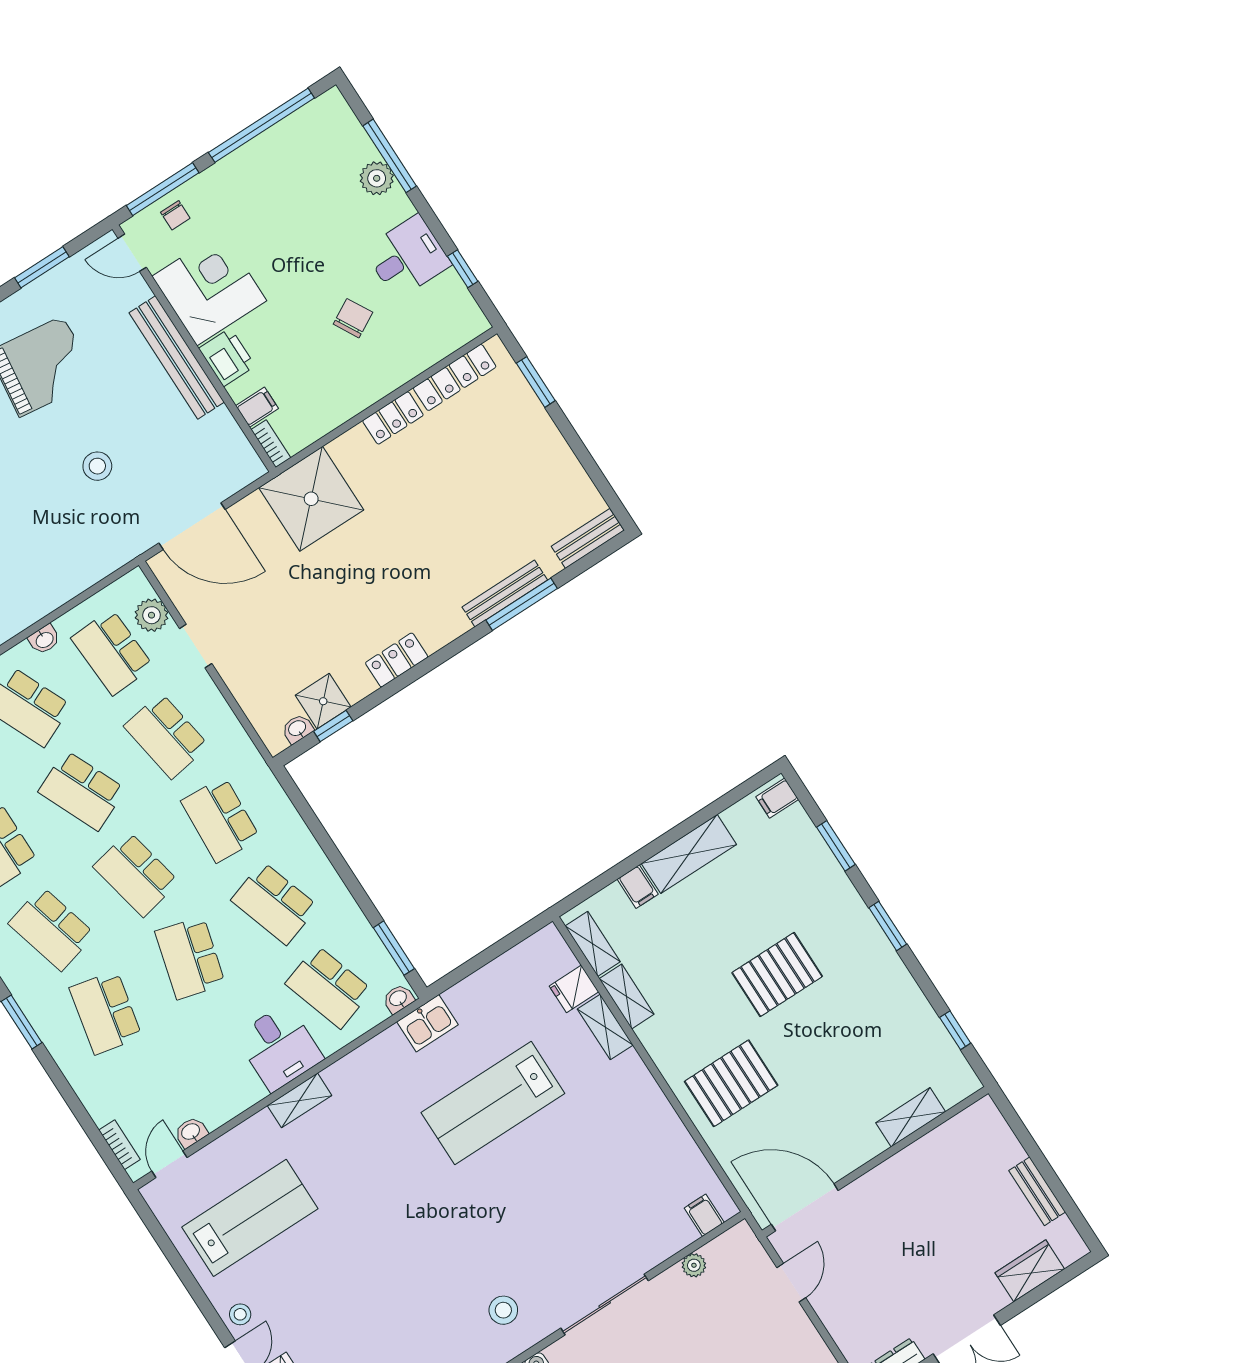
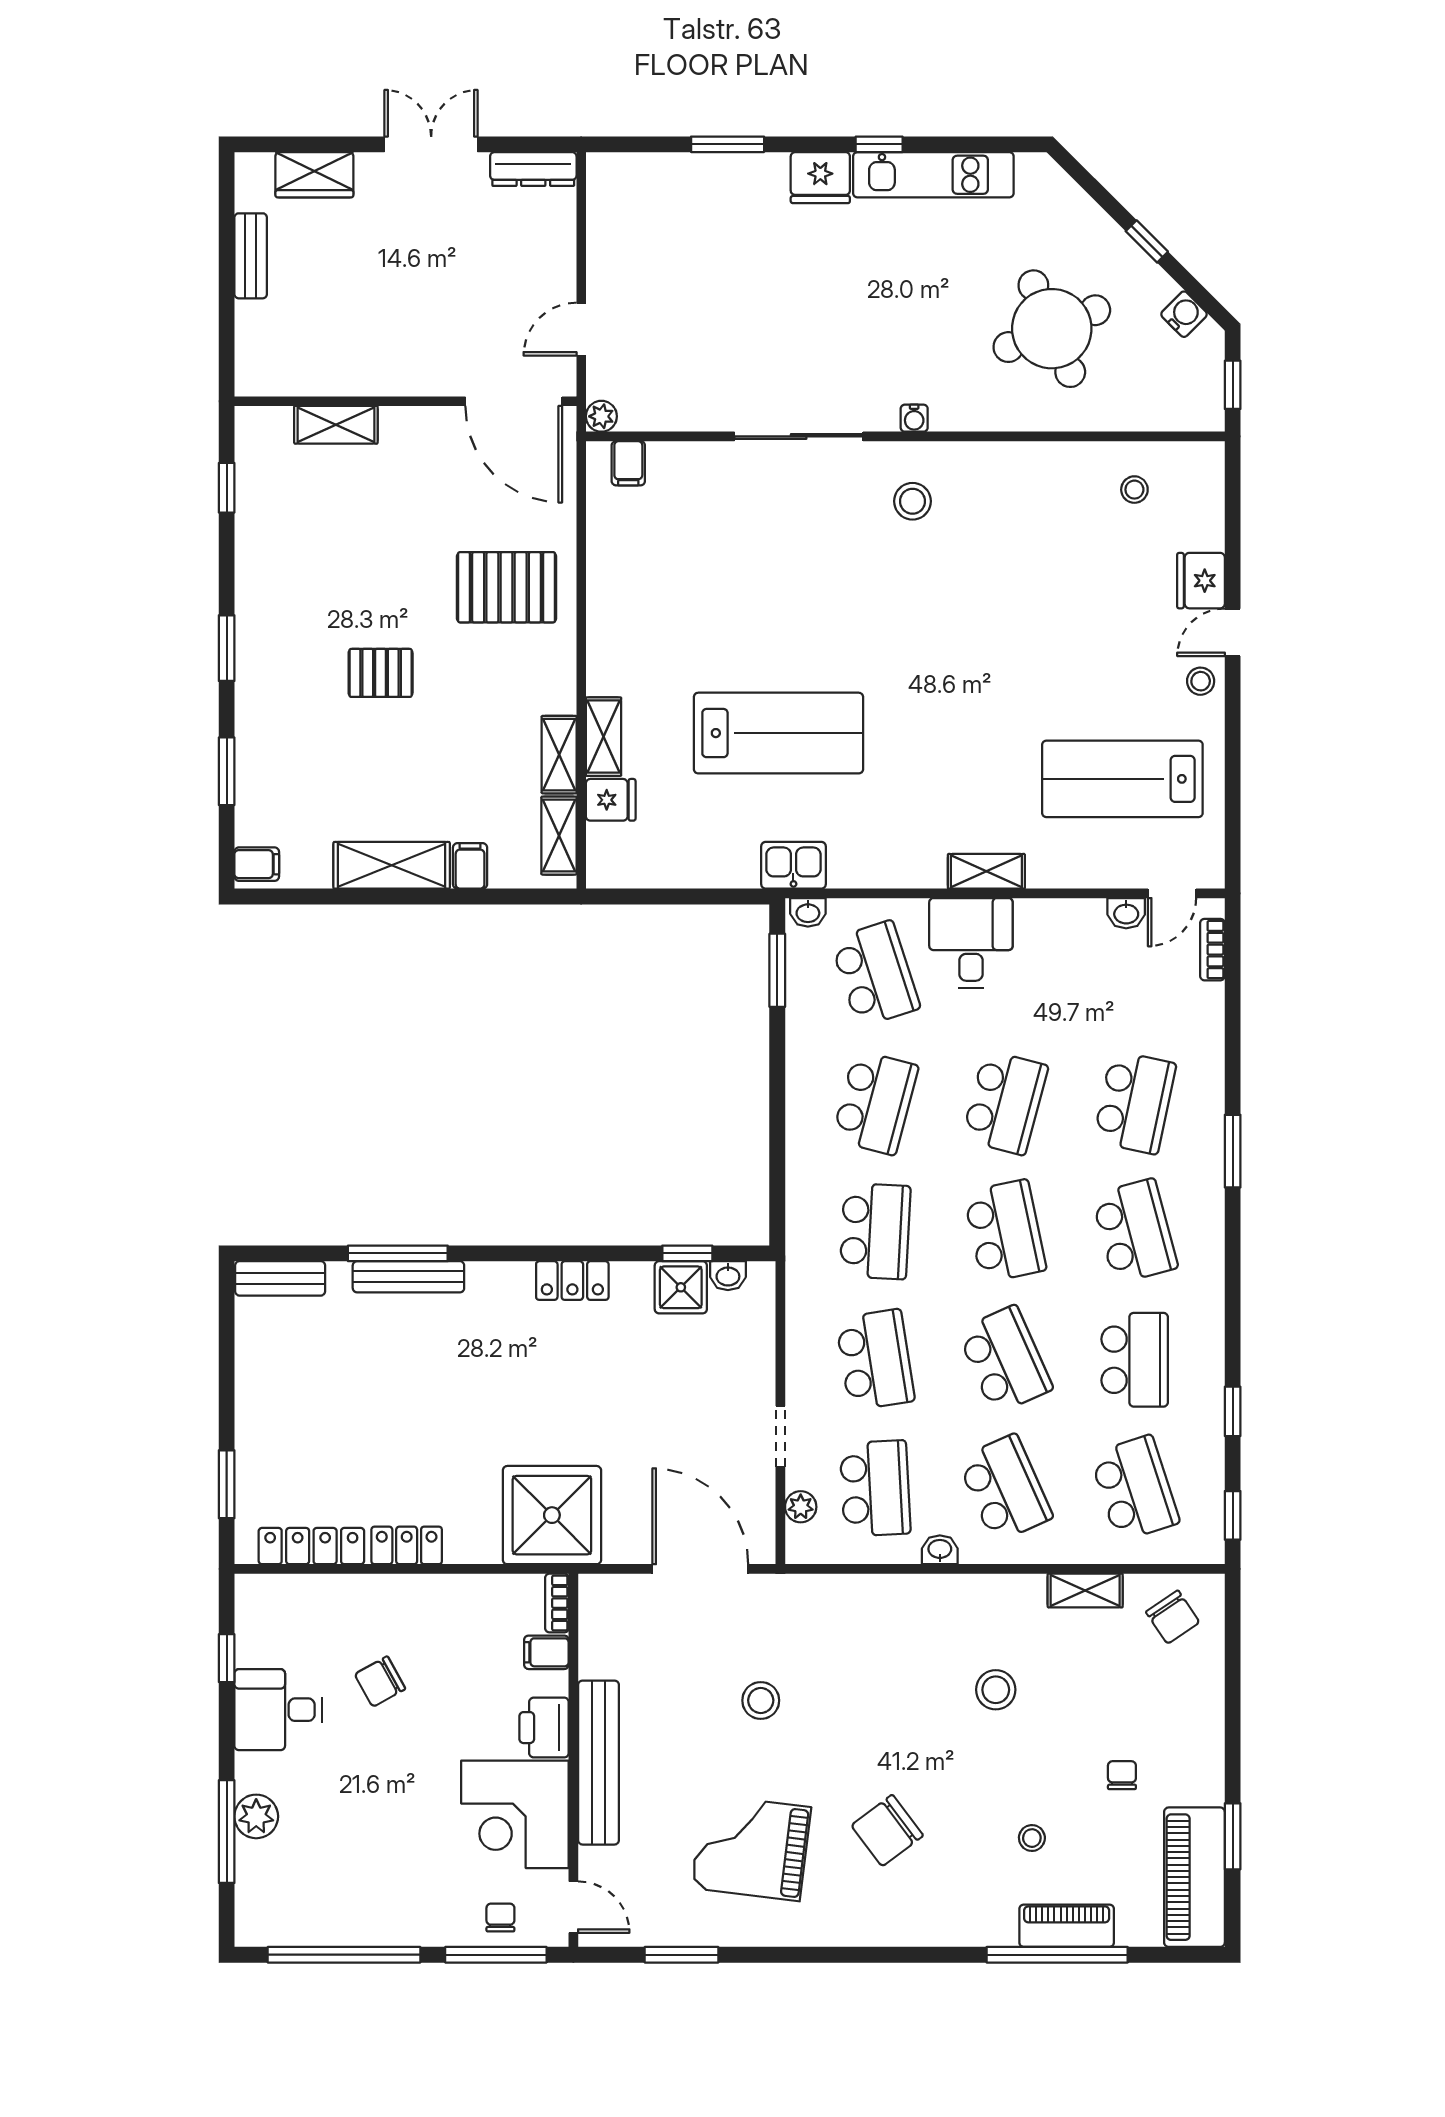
plant: (151, 615) -> (801, 1507), width x0.73, depth x0.73
school desk: (275, 903) -> (875, 1102), turned 33
pallet: (777, 975) -> (381, 673), width x0.67, depth x0.71
plant: (694, 1265) -> (601, 416), moved

